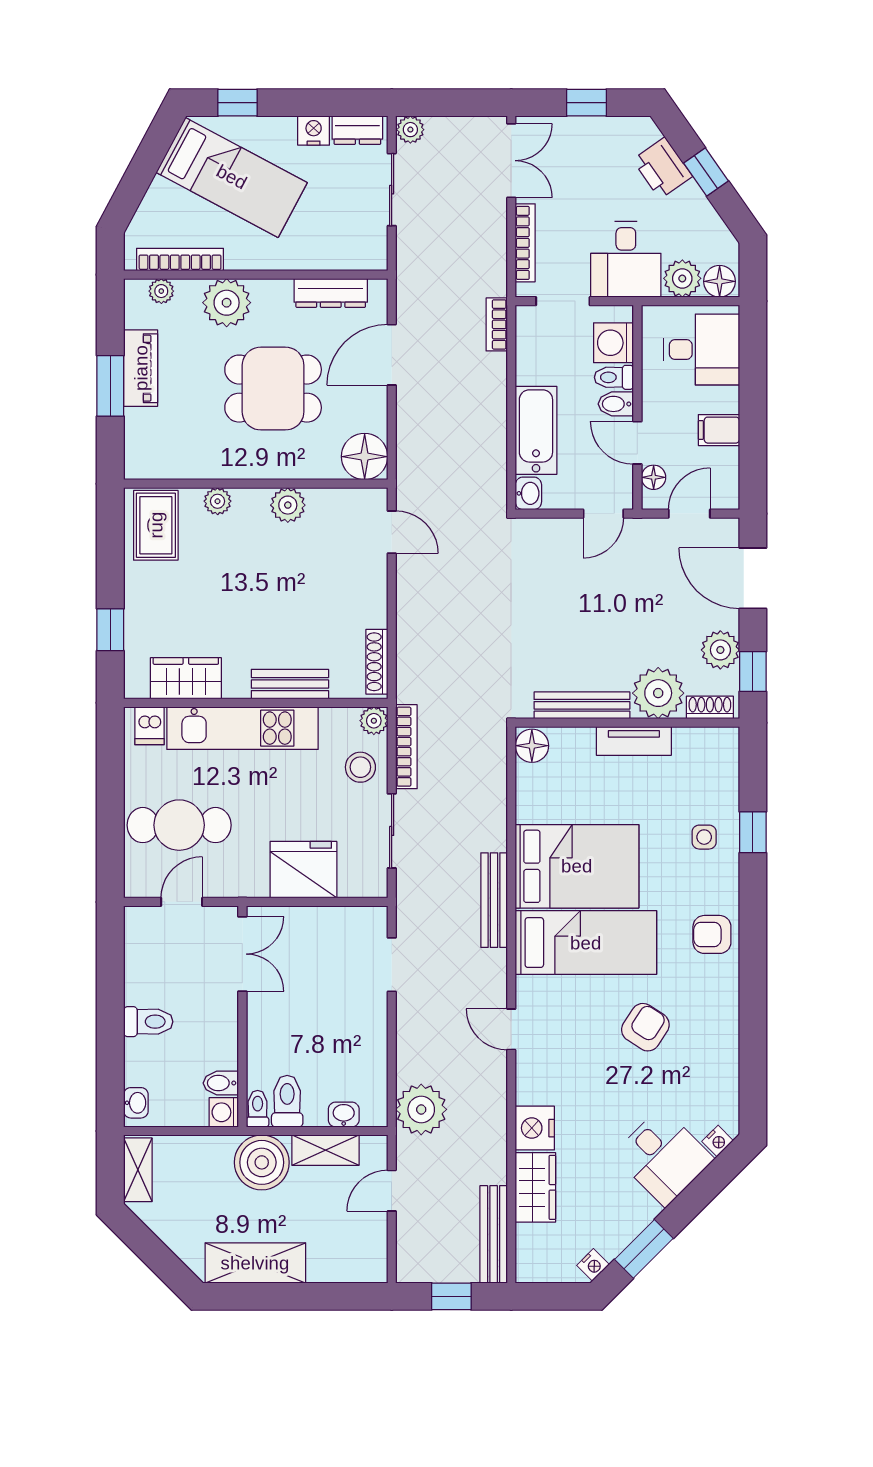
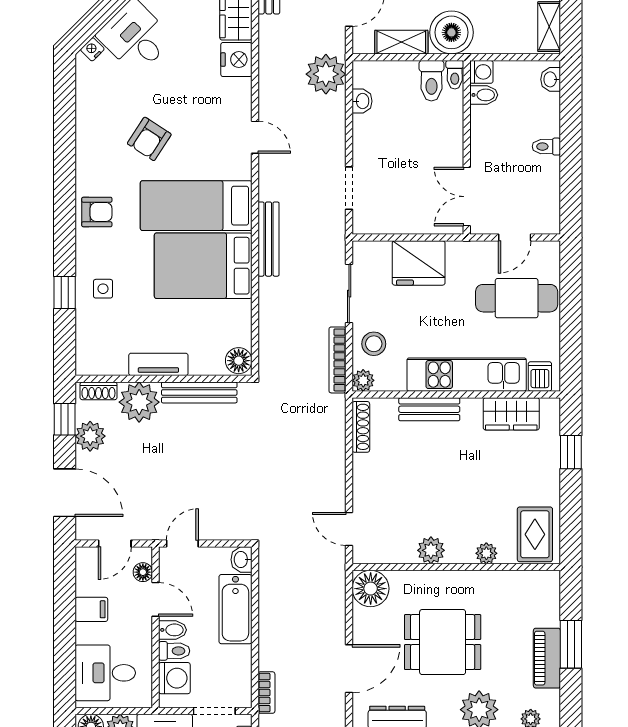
toilet: (148, 1022) -> (546, 147), width x0.73, depth x0.72
washbasin: (344, 1115) -> (362, 101), moved, turned -90

